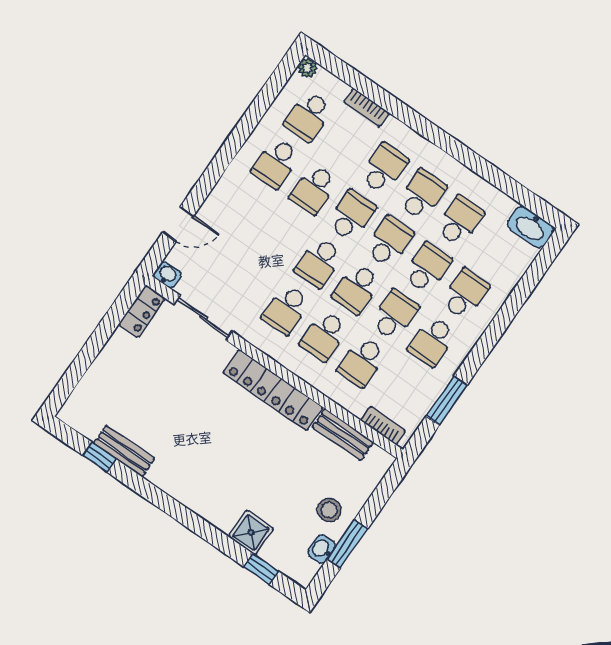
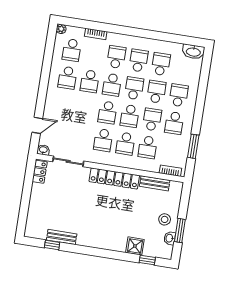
school desk: (351, 215) -> (112, 85), turned 180

